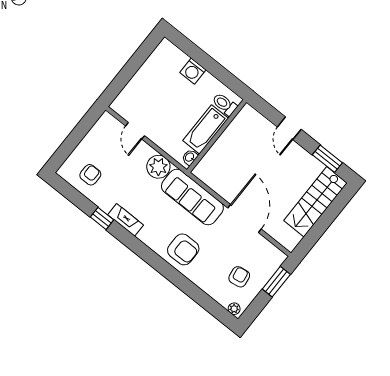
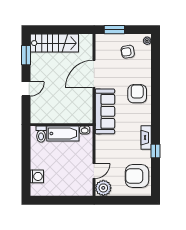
washing machine: (193, 71) -> (37, 176), moved
plant: (158, 167) -> (103, 188), moved
armchair: (90, 175) -> (137, 176), width x1.88, depth x1.88

